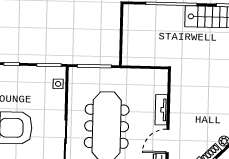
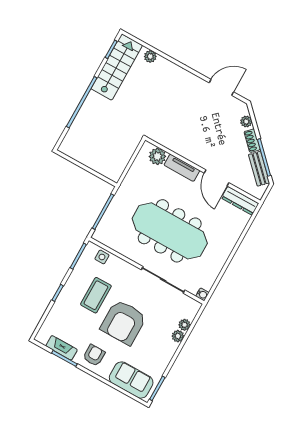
plant: (160, 86) -> (157, 156), added
coffee table: (26, 95) -> (96, 295), added

